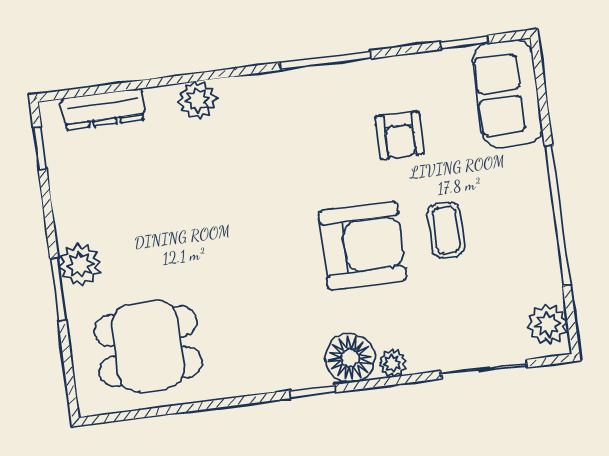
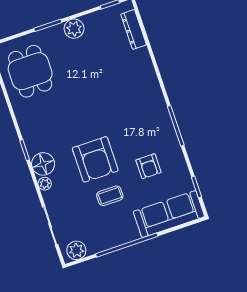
sofa: (507, 94) -> (169, 214), width x1.36
plant: (197, 100) -> (146, 71), removed
armchair: (400, 135) -> (149, 166), turned -90
plant: (80, 265) -> (74, 29), moved

